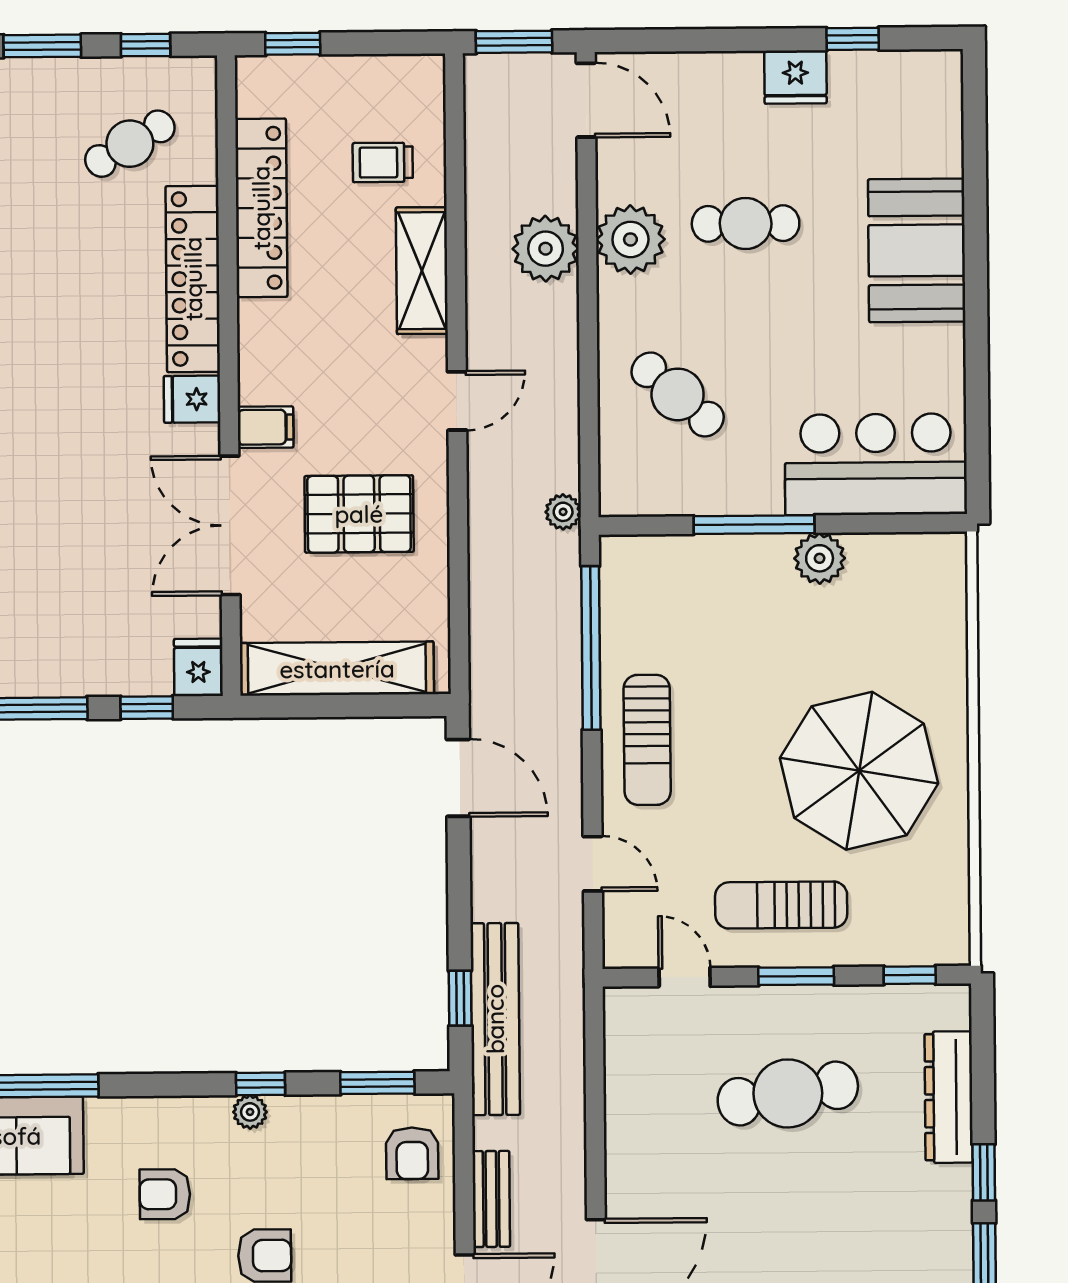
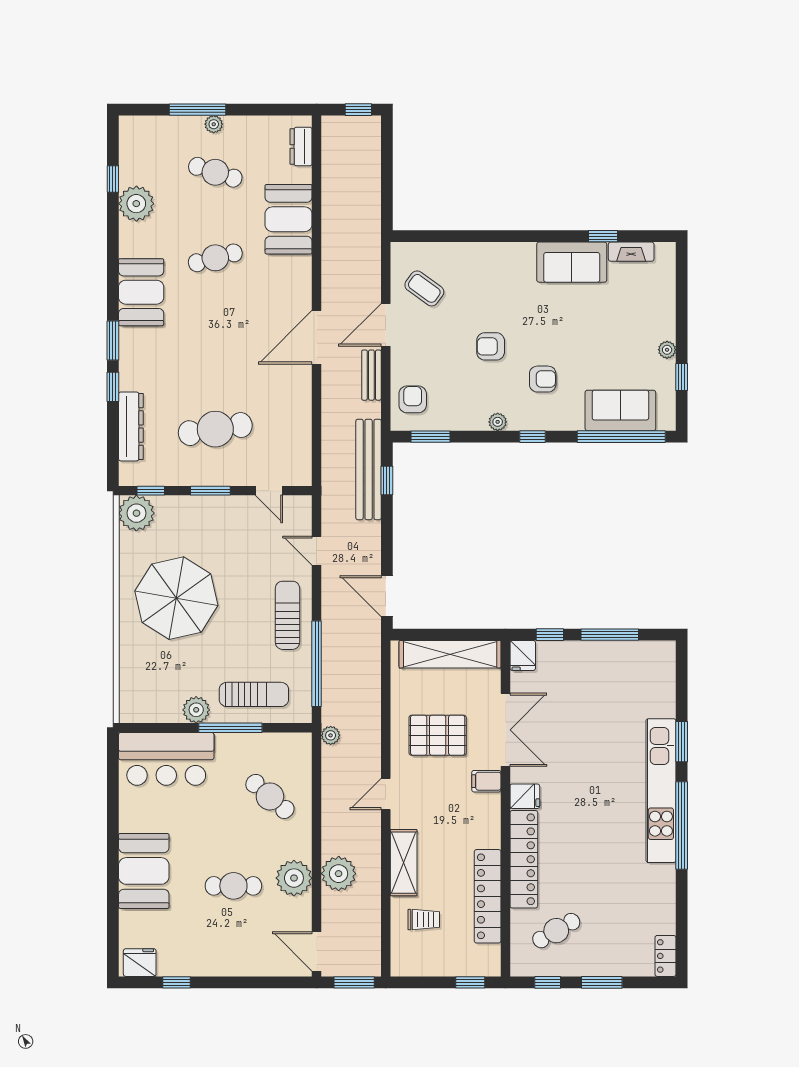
fridge: (795, 77) -> (140, 963), moved
sun lounger: (781, 905) -> (254, 694), moved
plant: (937, 932) -> (136, 513), added
window: (261, 1084) -> (532, 437), moved

